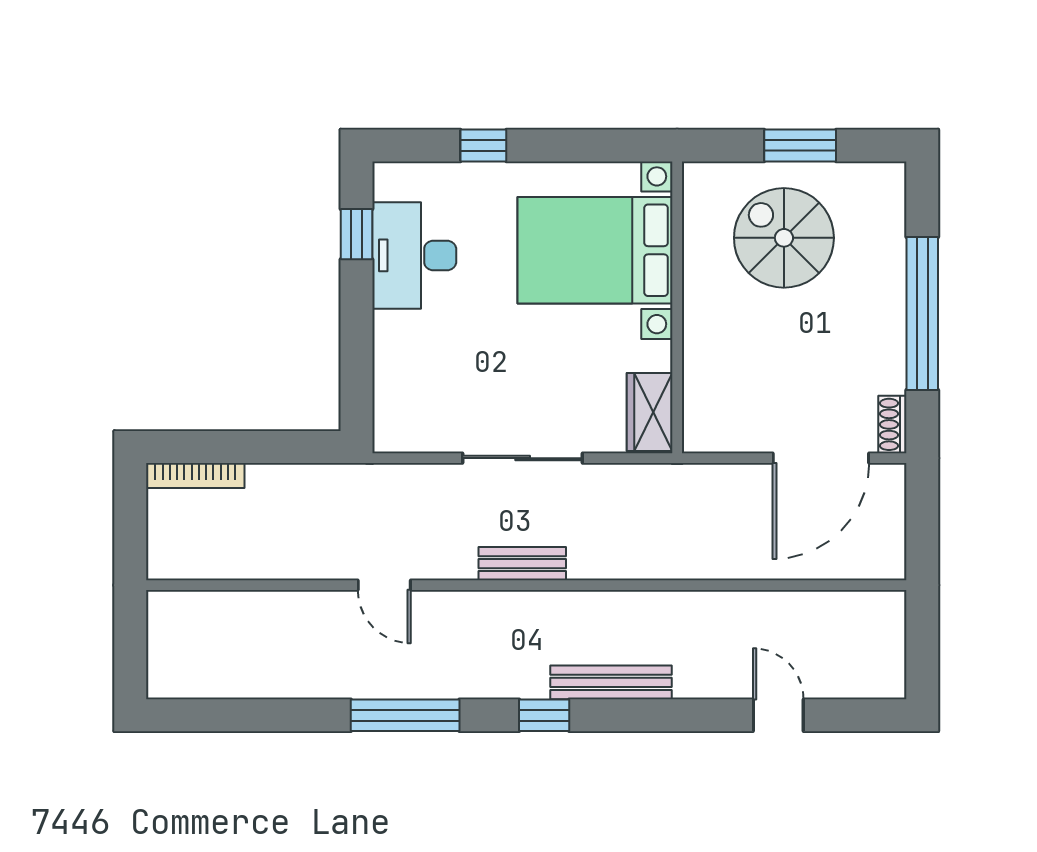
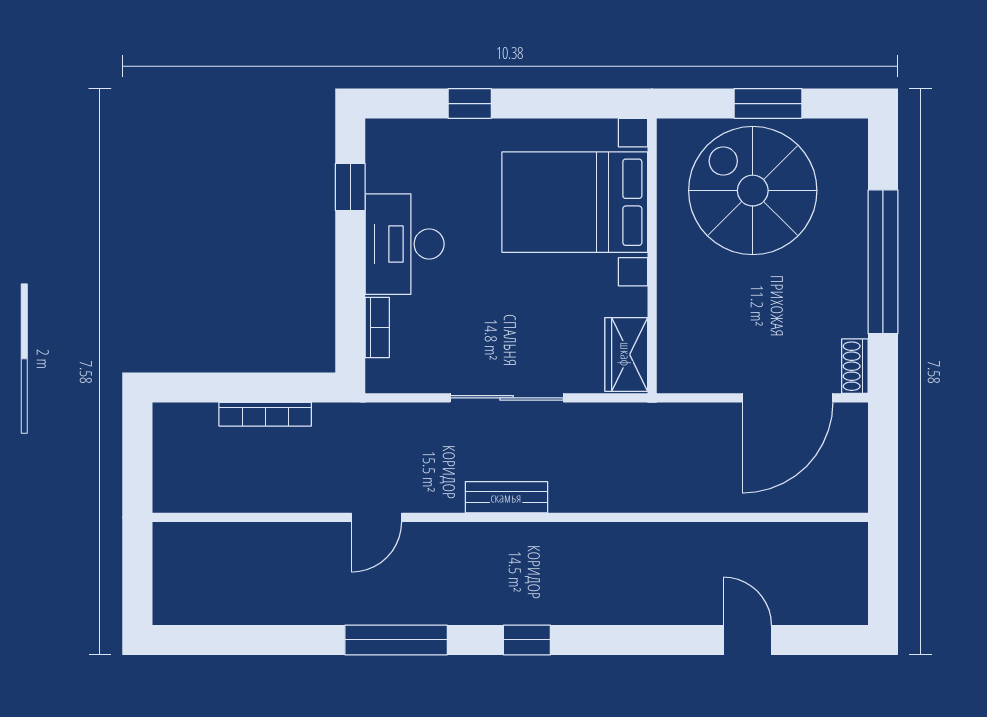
spiral stairs: (784, 238) -> (753, 191), width x1.37, depth x1.37
desk: (414, 255) -> (405, 244), moved
bookcase: (385, 383) -> (377, 327), added
bookcase: (195, 475) -> (265, 414), moved
door: (384, 585) -> (377, 517), hinge flipped
bench: (611, 682) -> (590, 609), removed

